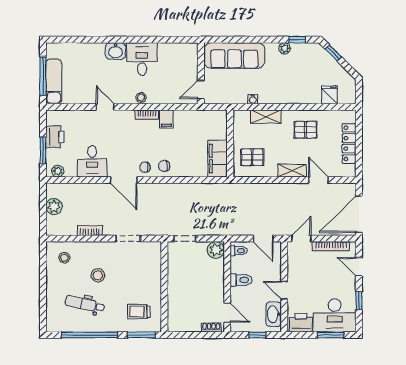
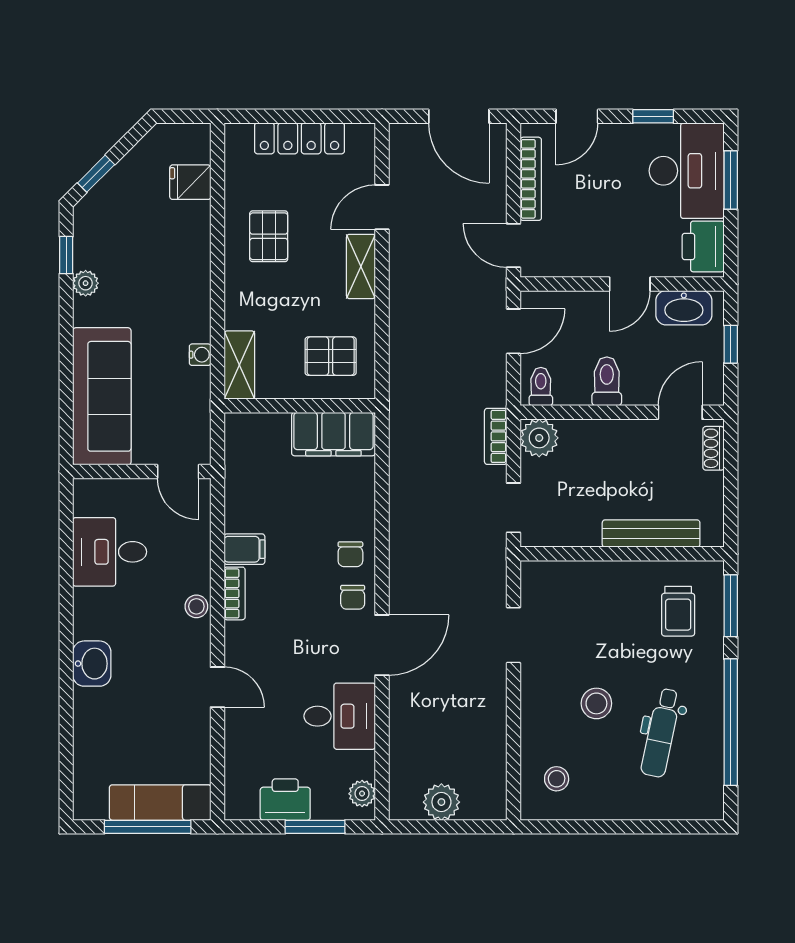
desk: (142, 59) -> (110, 552), moved
door: (105, 107) -> (217, 687), swing flipped
shelving: (266, 117) -> (239, 365), moved
pallet: (252, 157) -> (331, 356), turned 90
door: (359, 214) -> (459, 116), width x0.73
bookcase: (90, 231) -> (496, 436), moved
bench: (173, 300) -> (651, 534), added

